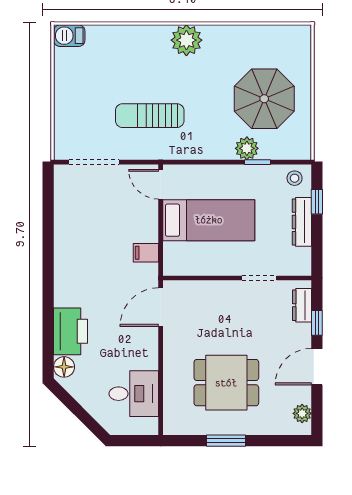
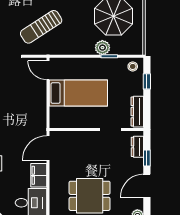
sun lounger: (150, 116) -> (41, 27), turned -33
dresser: (302, 222) -> (137, 112), moved
filing cabinet: (146, 253) -> (39, 175), moved, width x2.00

